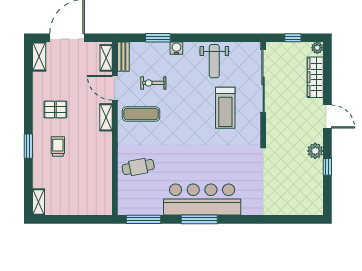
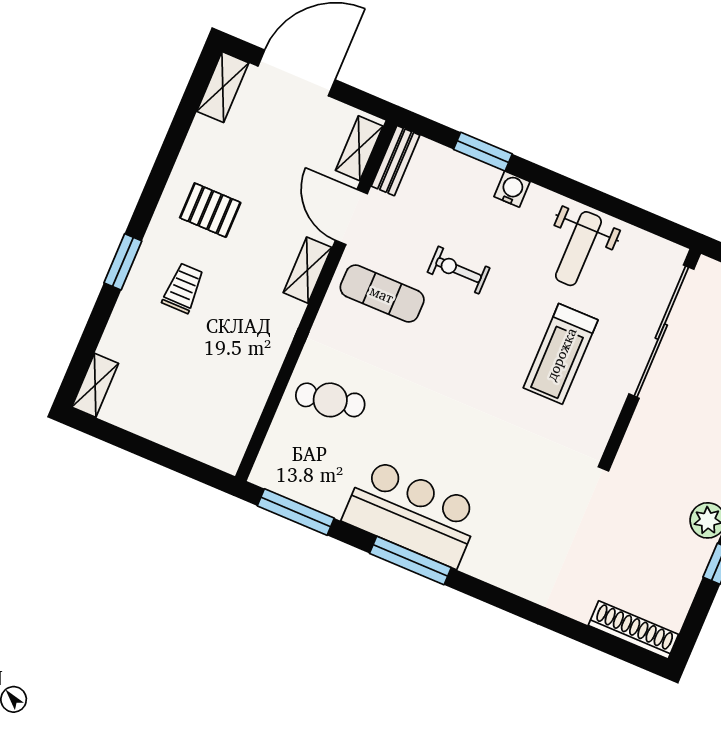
exercise bike: (153, 83) -> (459, 270), moved
bar counter: (202, 199) -> (412, 513), width x0.73
shoe rack: (304, 209) -> (633, 630), added

